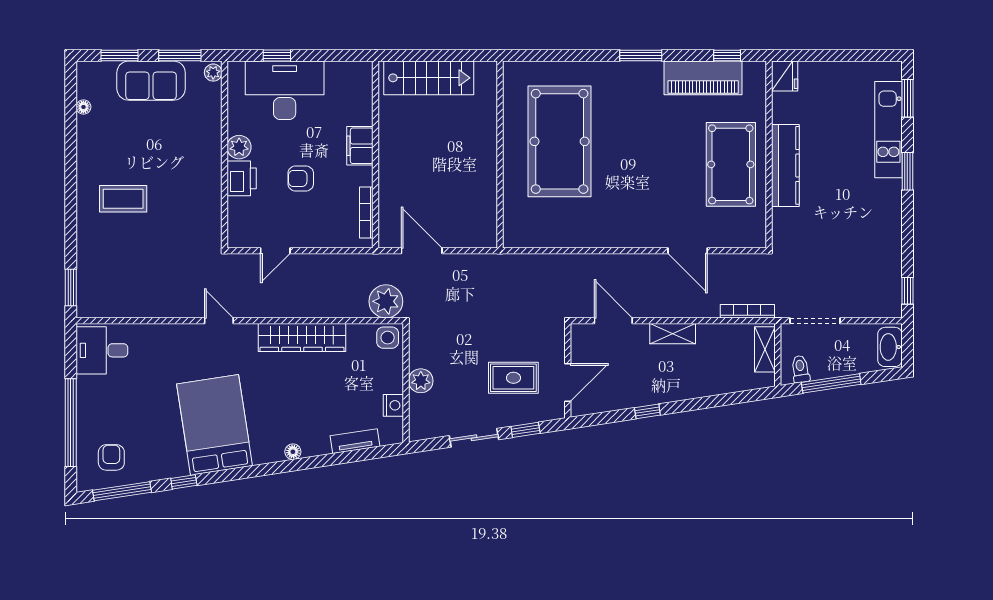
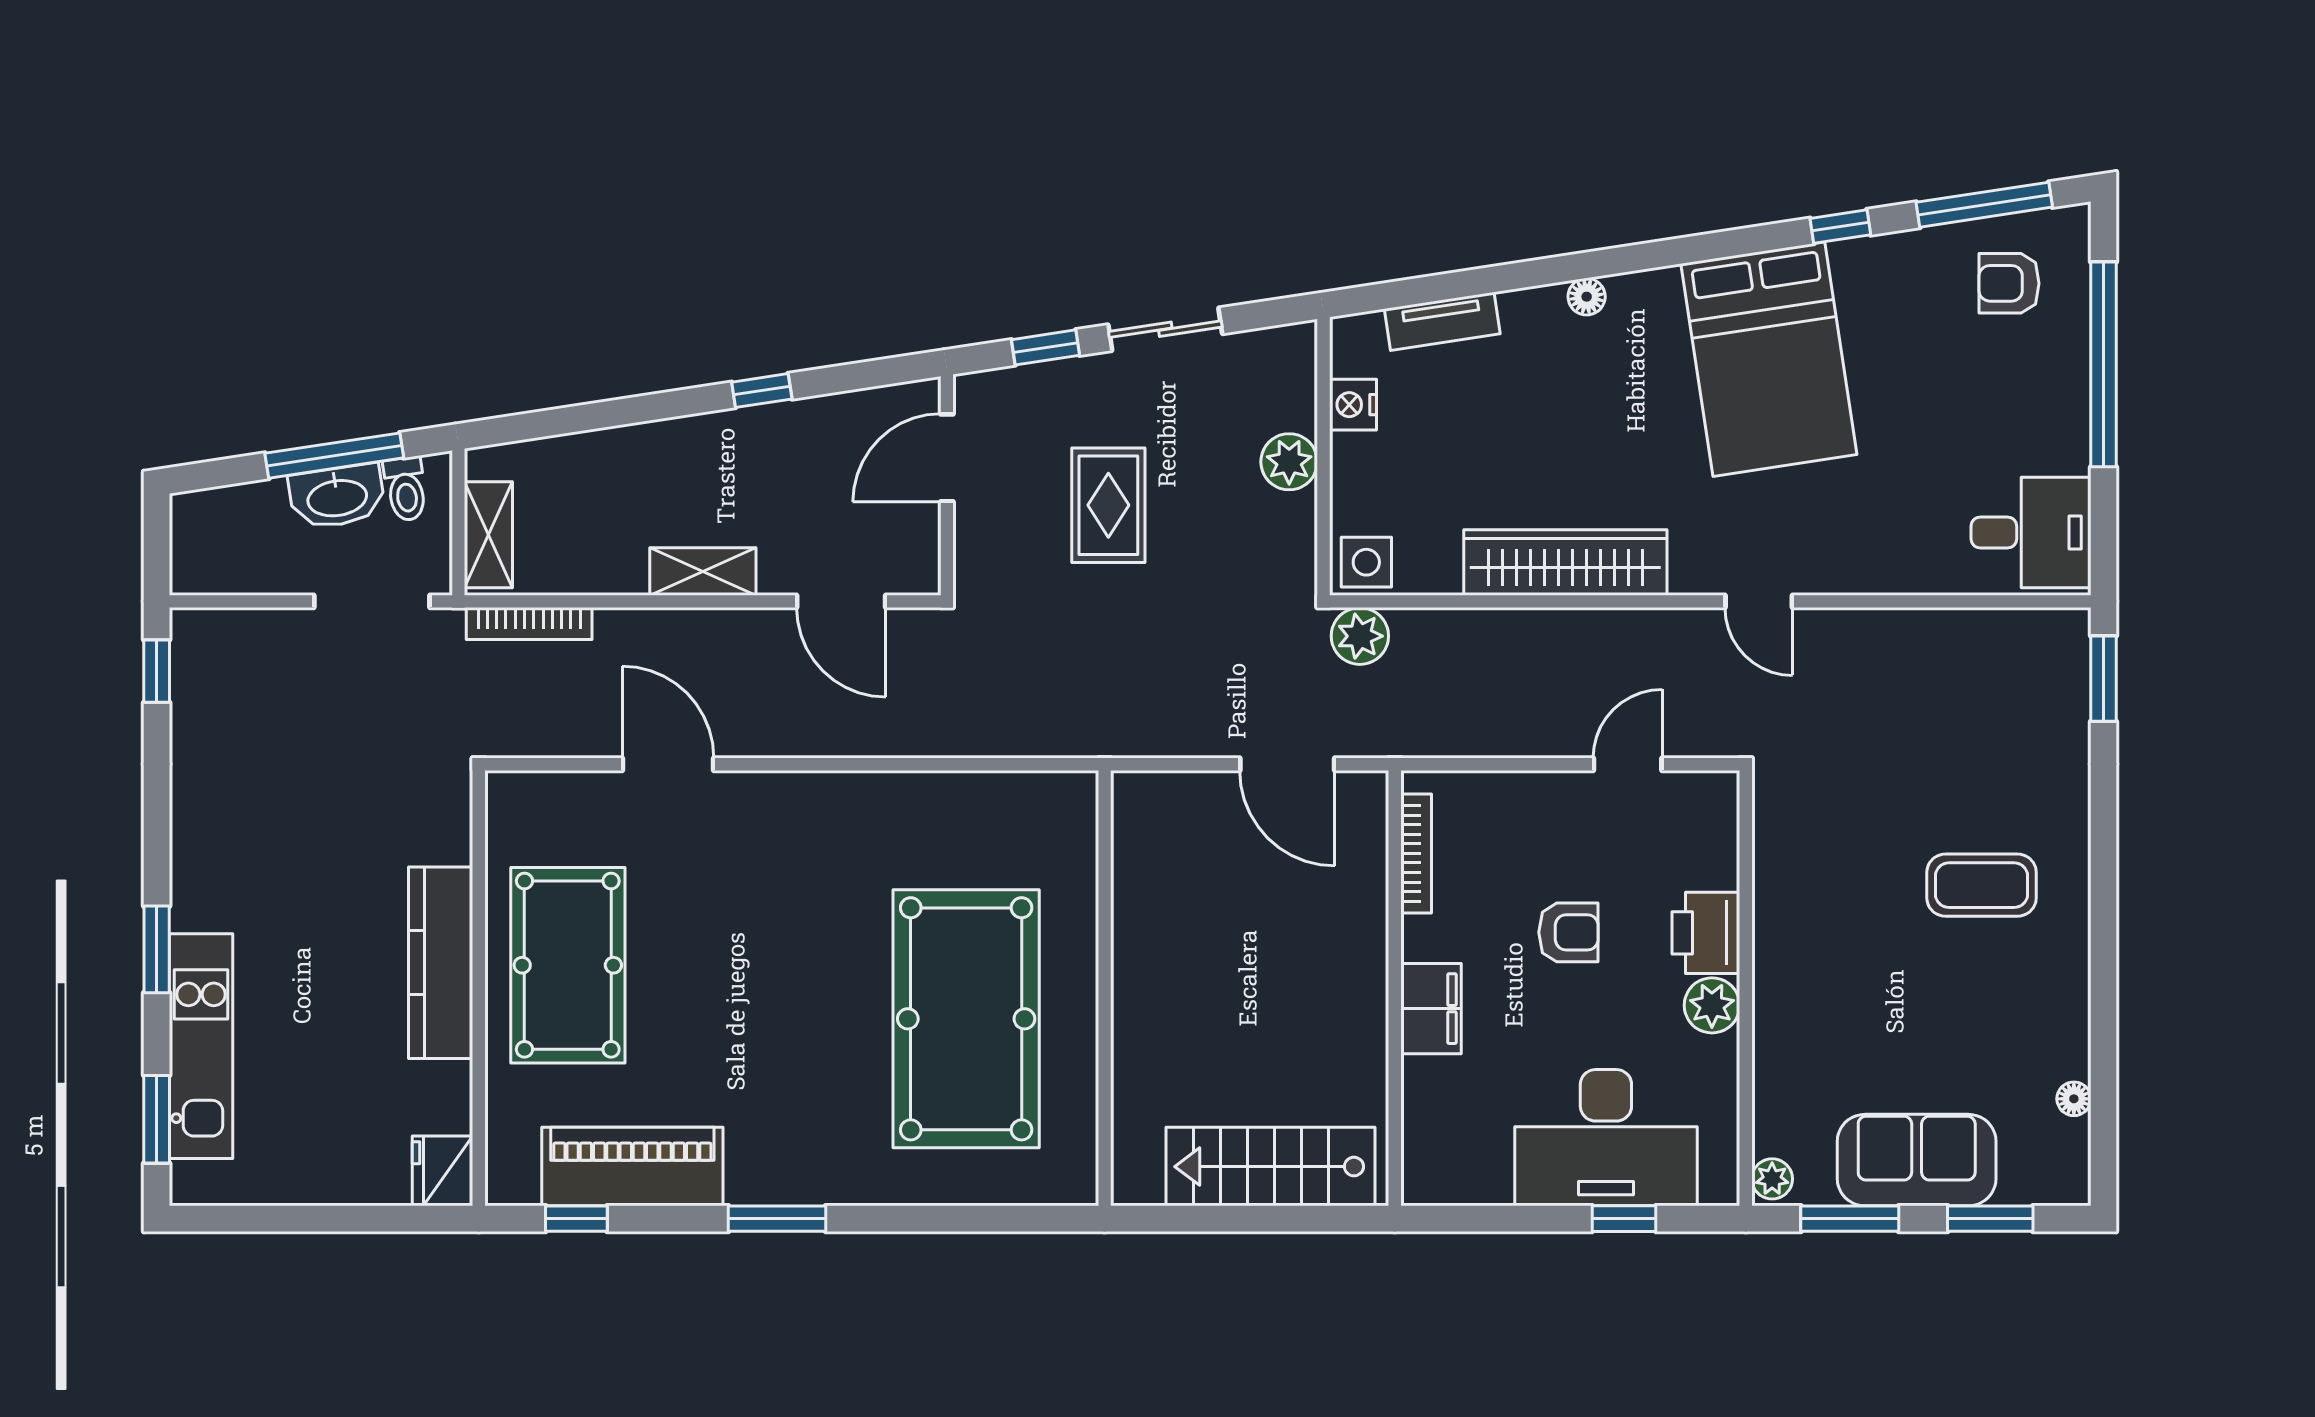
plant: (386, 301) -> (1360, 636), width x0.73, depth x0.73
washbasin: (890, 347) -> (337, 496), moved, turned 81
rug: (513, 378) -> (1108, 505), moved, turned 90
armchair: (111, 457) -> (2009, 283), turned 90

